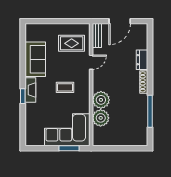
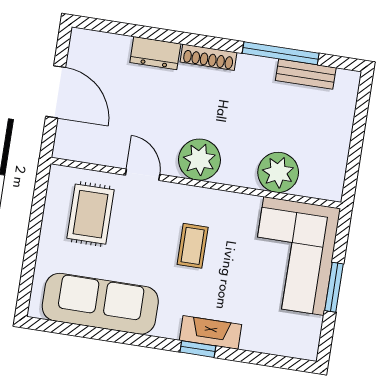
bench: (97, 36) -> (306, 74), moved
sofa: (35, 59) -> (100, 304), width x1.36
fireplace: (30, 90) -> (211, 332), moved
plant: (101, 100) -> (199, 160), moved
window: (69, 148) -> (334, 287), moved

